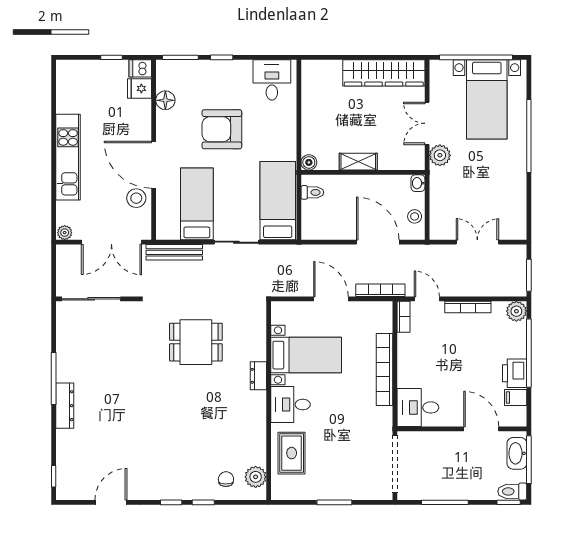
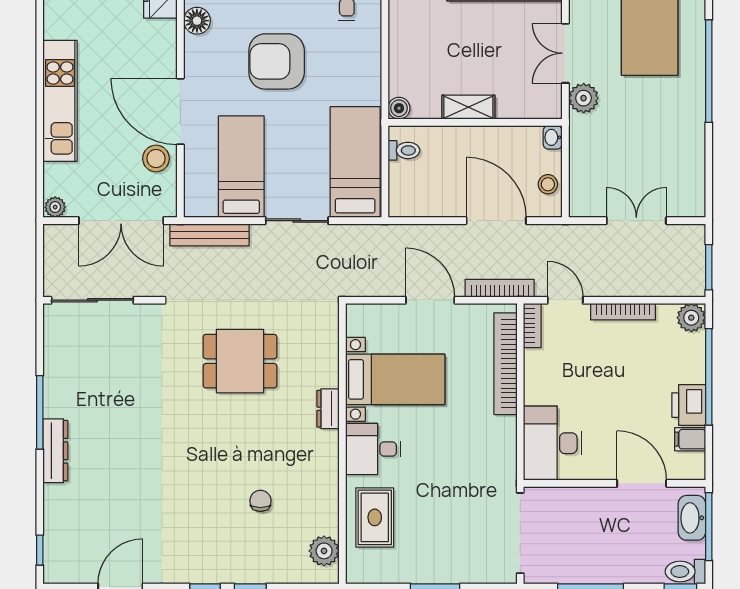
bookcase: (384, 369) -> (506, 364), moved
desk: (418, 407) -> (553, 443), width x1.37
chair: (226, 479) -> (260, 501), moved

